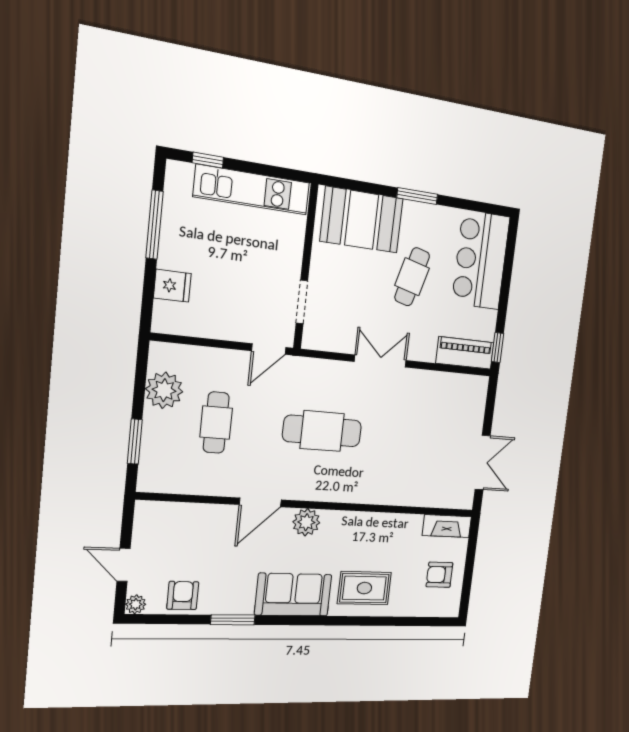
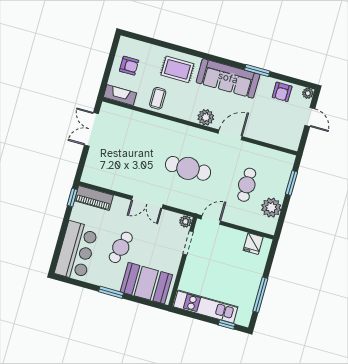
fridge: (172, 286) -> (253, 244), moved, turned -90
plant: (312, 339) -> (185, 221), added
coffee table: (388, 535) -> (158, 98), added
sofa: (293, 595) -> (228, 78), width x1.36

